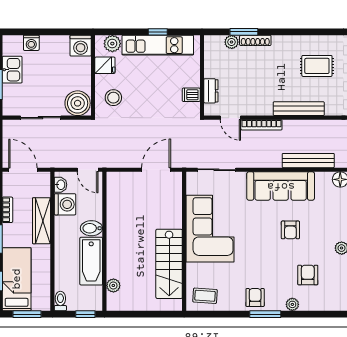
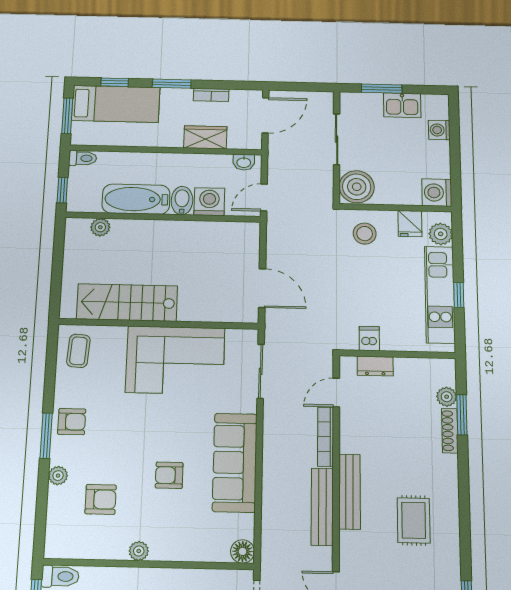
bench: (308, 161) -> (322, 507), moved
washing machine: (65, 204) -> (209, 202), moved, turned 180
wardrobe: (42, 221) -> (205, 137), width x0.67

